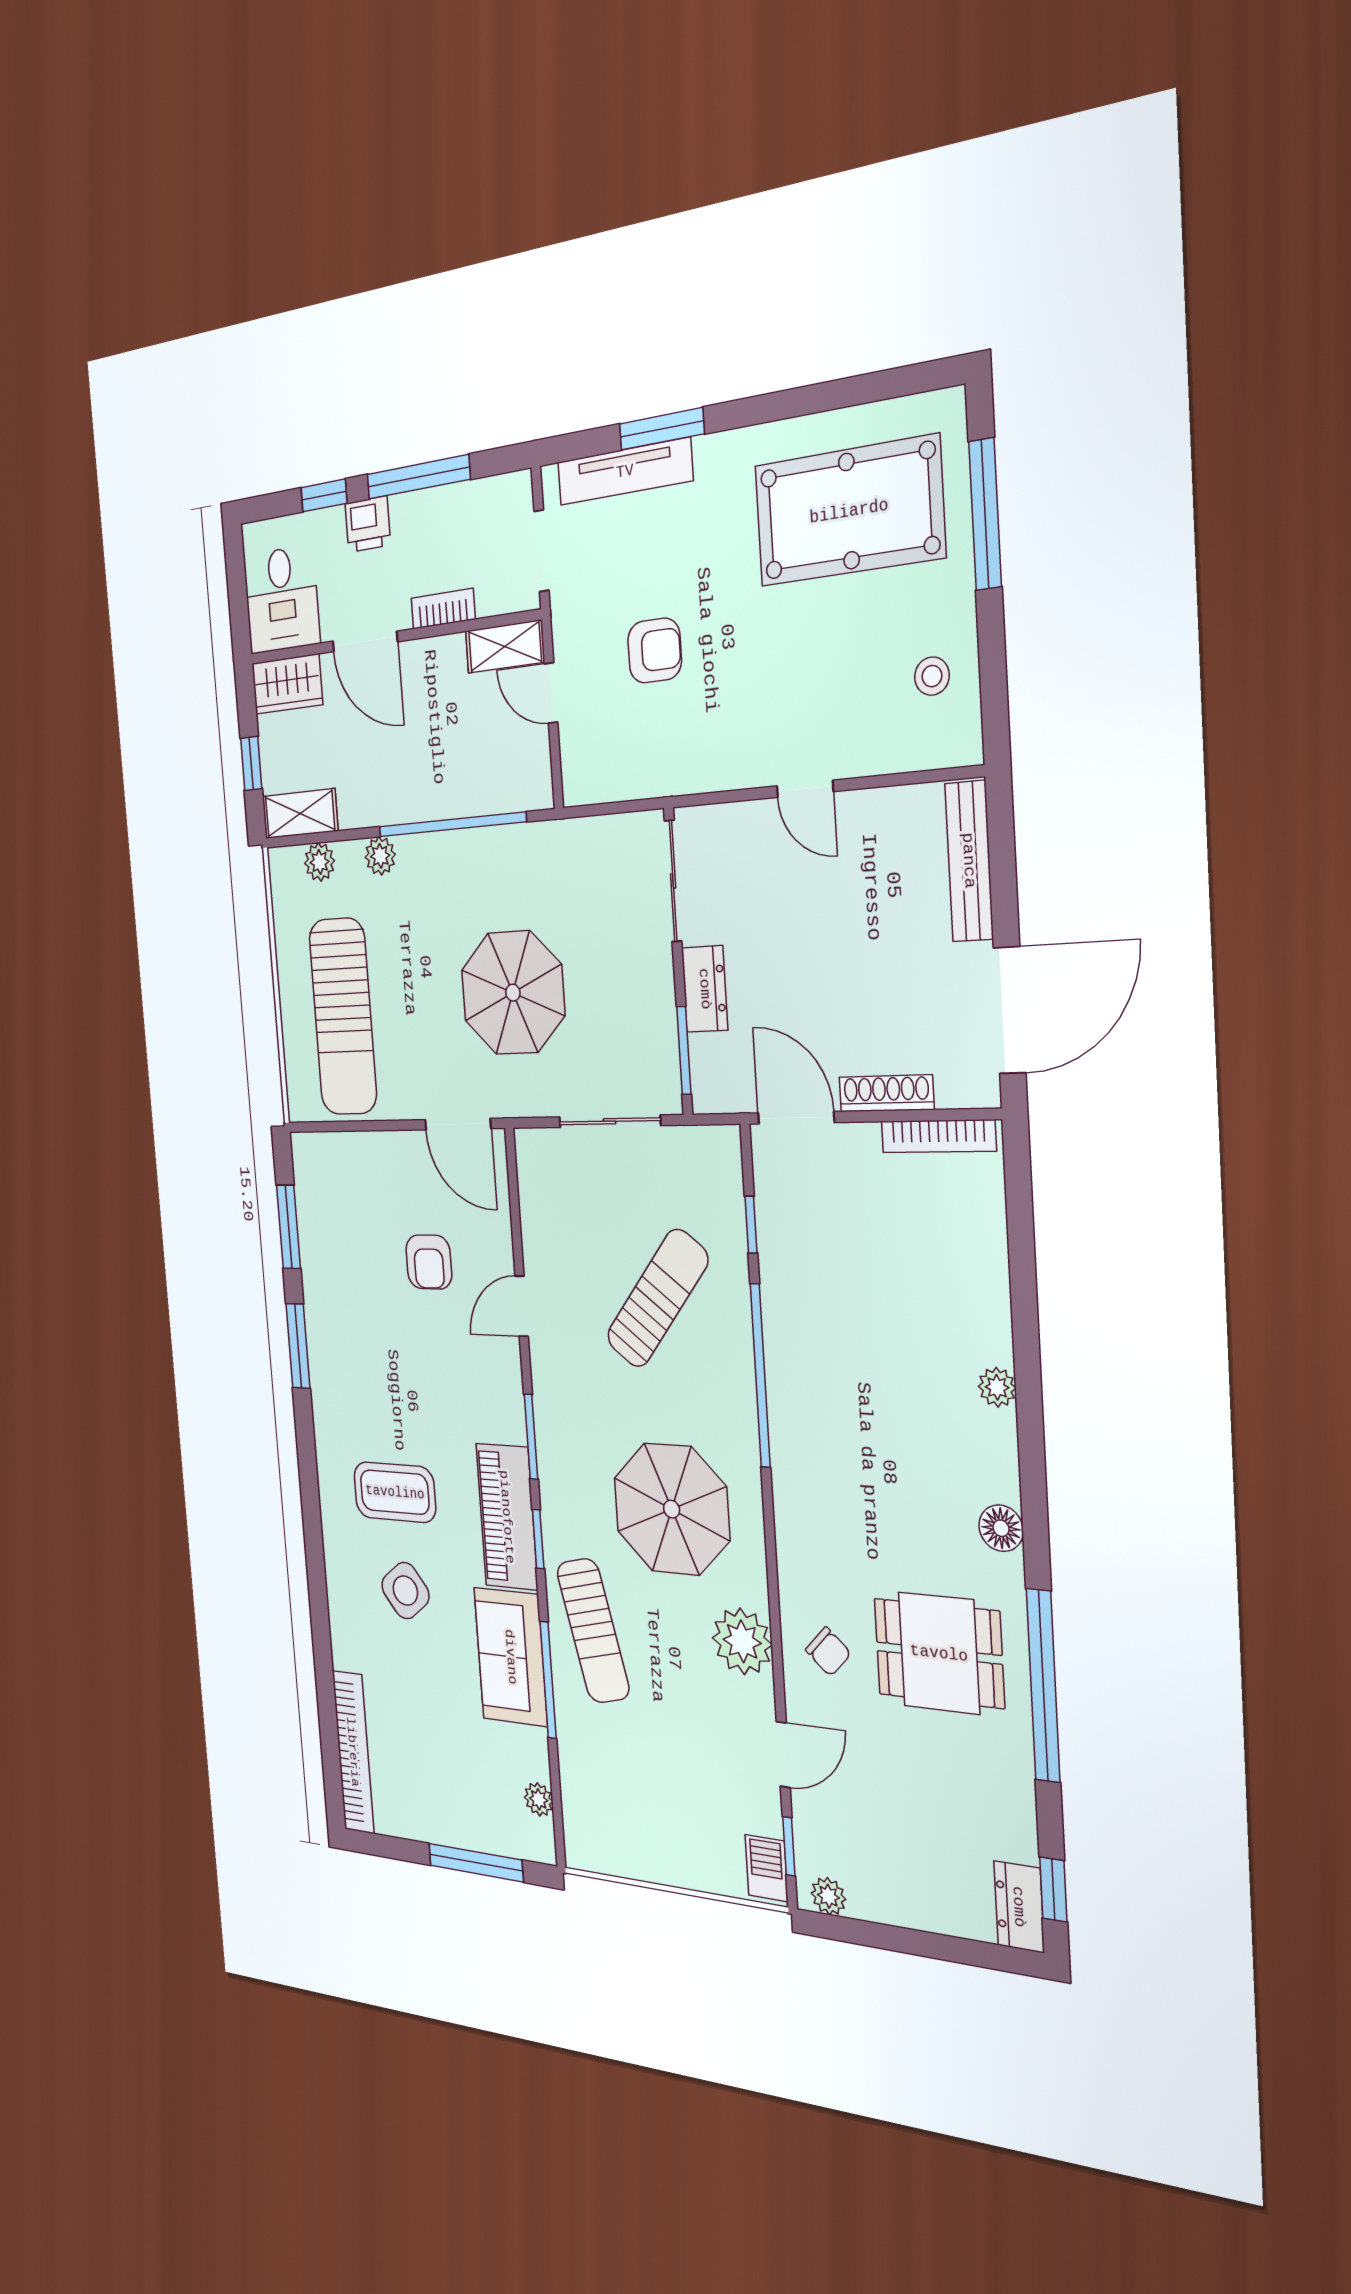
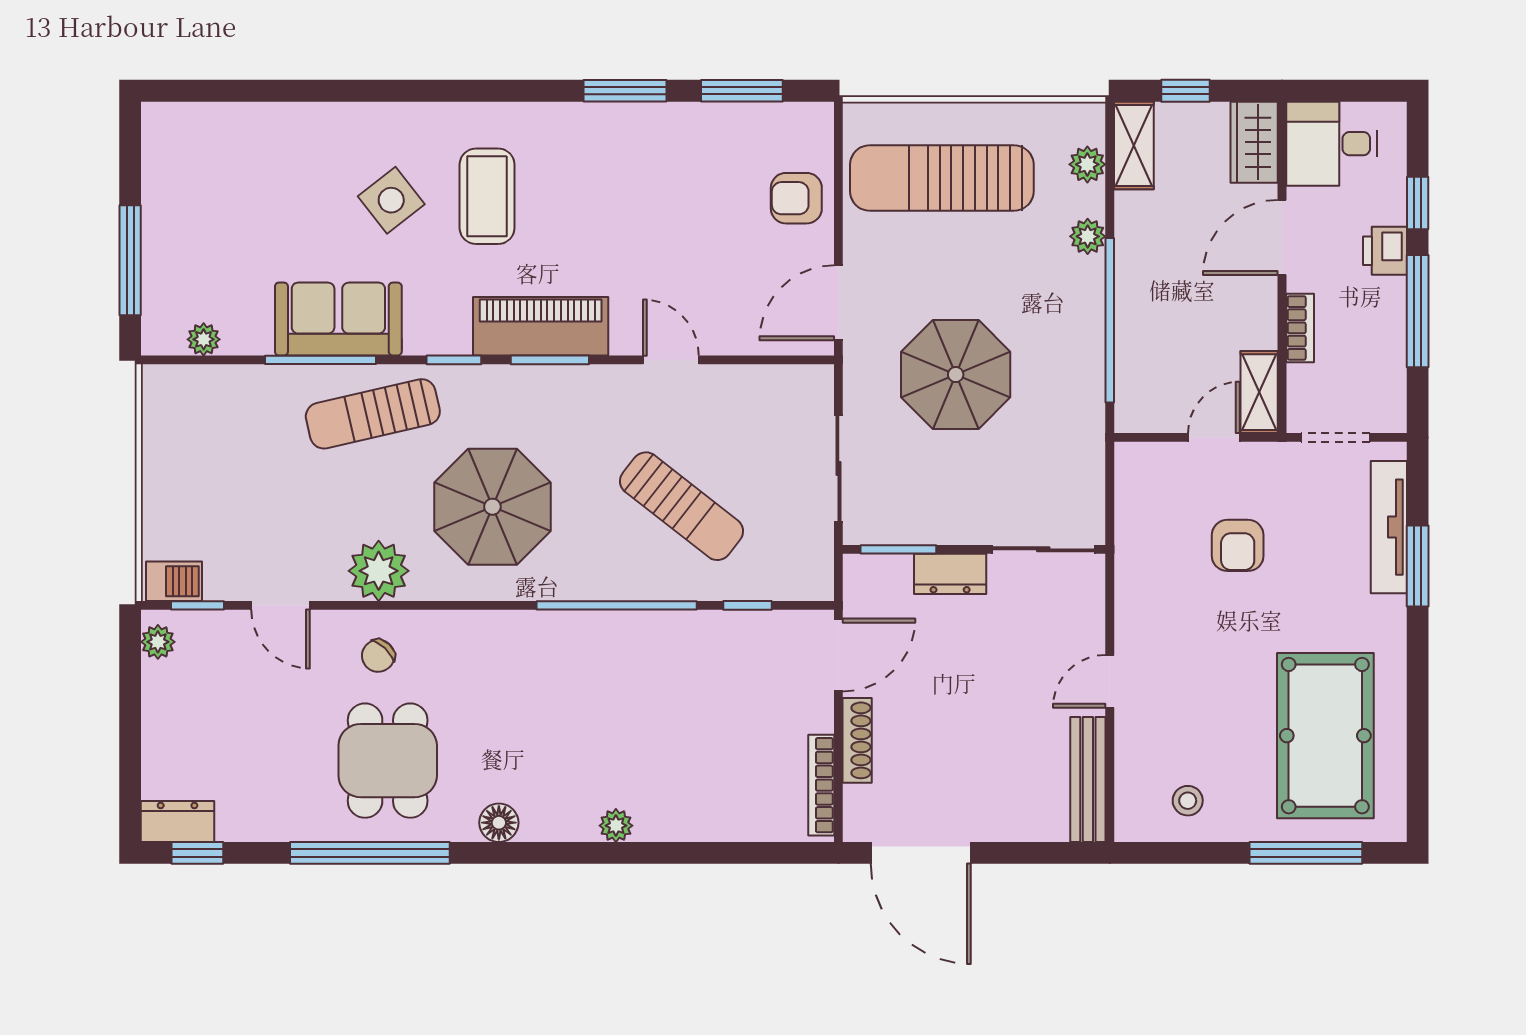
bench: (969, 861) -> (1088, 779), moved, turned 90
armchair: (429, 1262) -> (796, 198), moved
piano: (507, 1517) -> (541, 326), moved
bookcase: (353, 1752) -> (221, 120), removed

